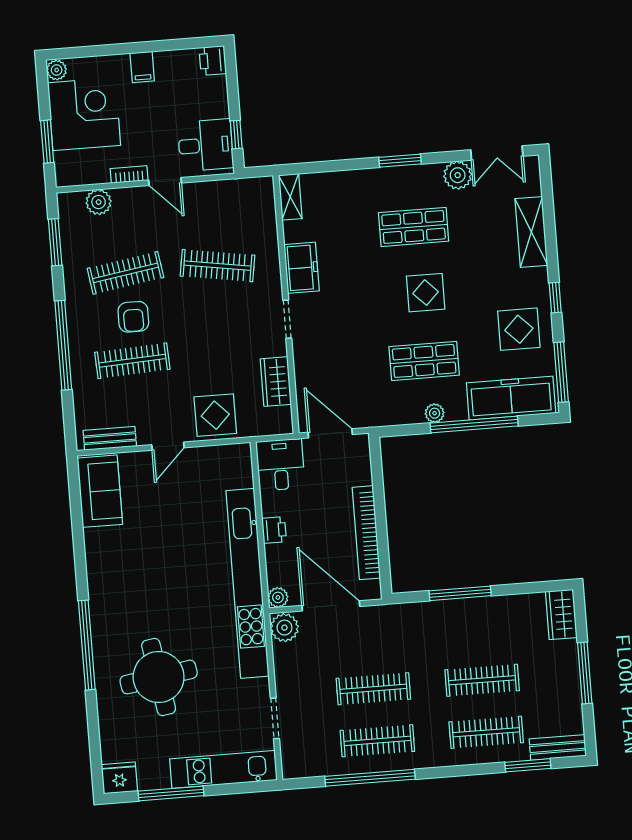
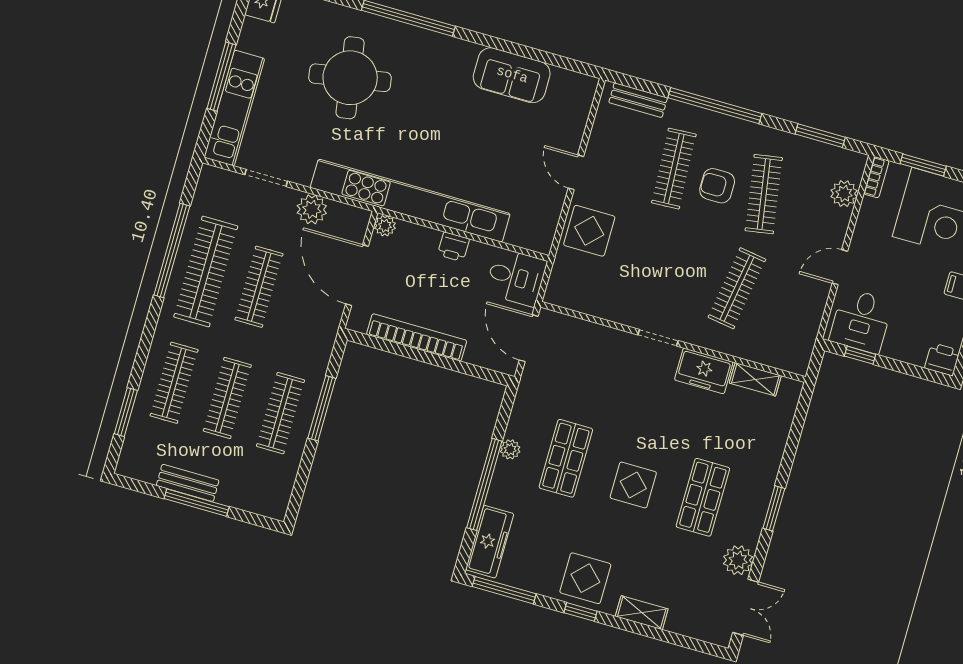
double door: (497, 153) -> (746, 607), swing flipped
bookcase: (129, 175) -> (876, 177), moved
shelving: (290, 197) -> (755, 379), moved
shelving: (531, 232) -> (642, 613), width x0.67, depth x0.75
display table: (519, 329) -> (585, 578), moved
wardrobe: (276, 382) -> (600, 303), removed
freezer: (511, 398) -> (490, 542), width x0.73, depth x0.79
door: (330, 433) -> (529, 338), swing flipped
bench: (110, 438) -> (638, 100), moved, turned 90
sofa: (100, 491) -> (512, 75), moved
door: (331, 606) -> (357, 275), swing flipped
wardrobe: (561, 614) -> (263, 501), removed
plant: (284, 628) -> (312, 209), moved
clothes rail: (478, 628) -> (280, 413), added
clothes rail: (377, 741) -> (206, 272), width x1.37, depth x1.31
bench: (558, 747) -> (188, 483), moved, turned 90
window: (171, 793) -> (221, 77), moved

